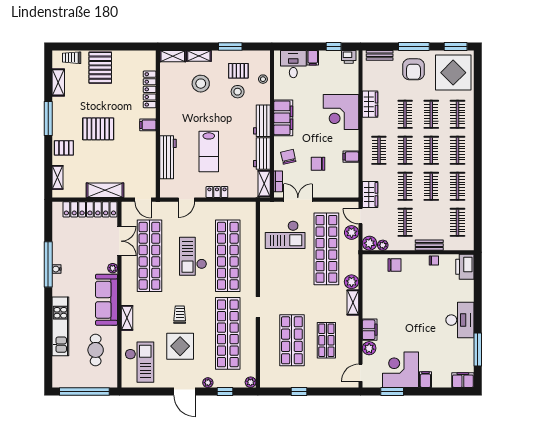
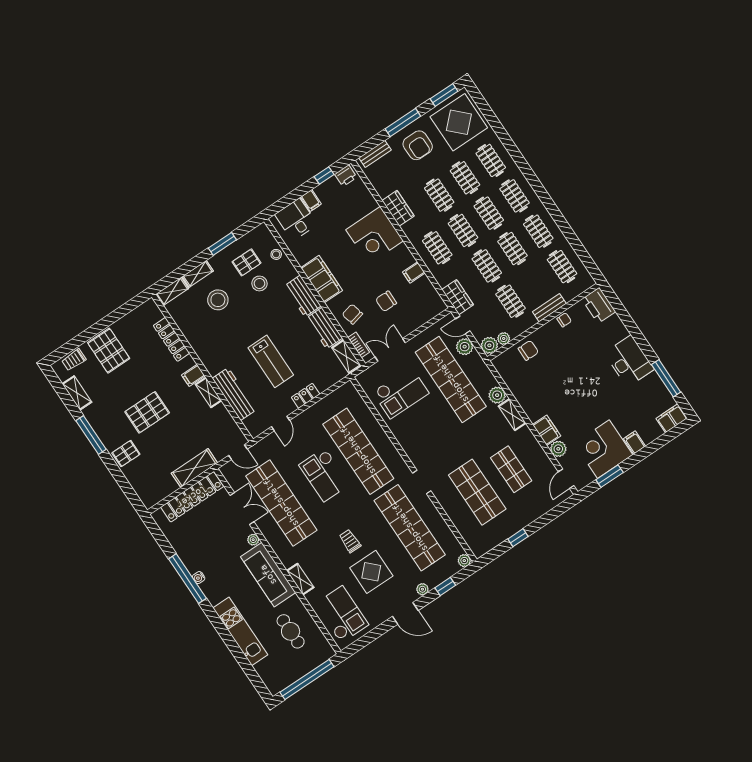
shelving: (57, 177) -> (208, 393), moved

